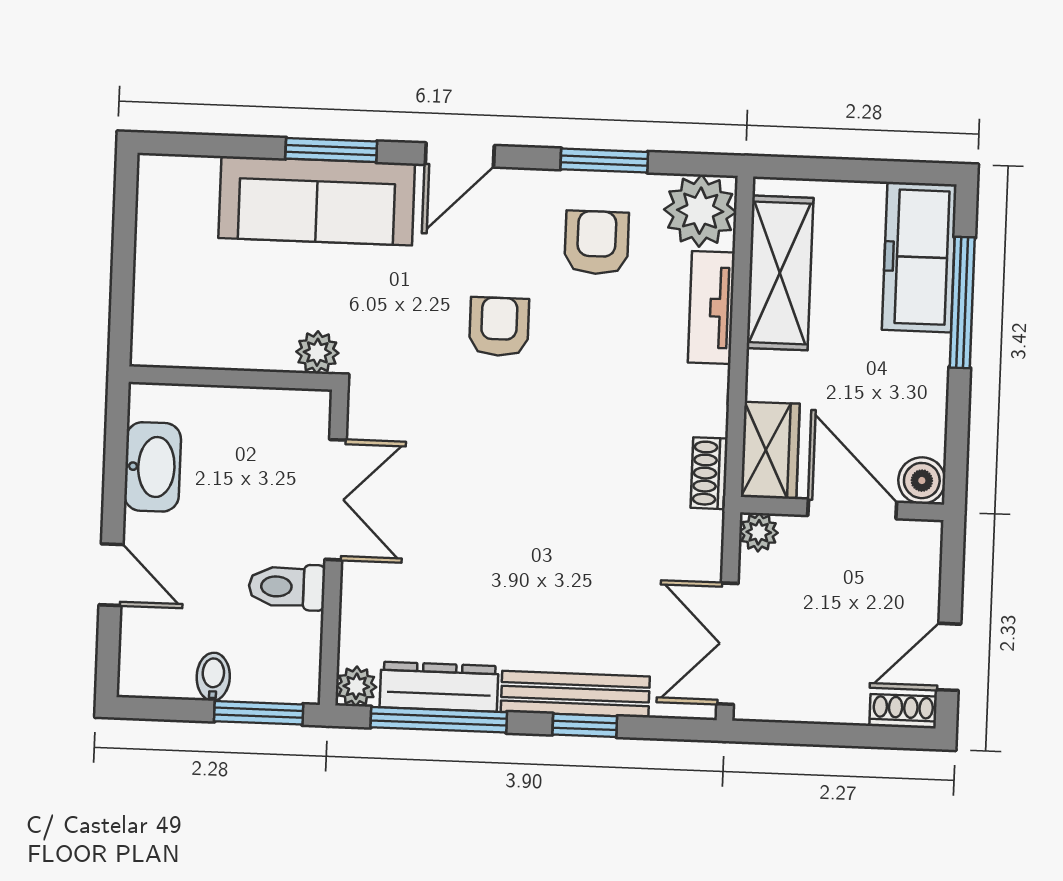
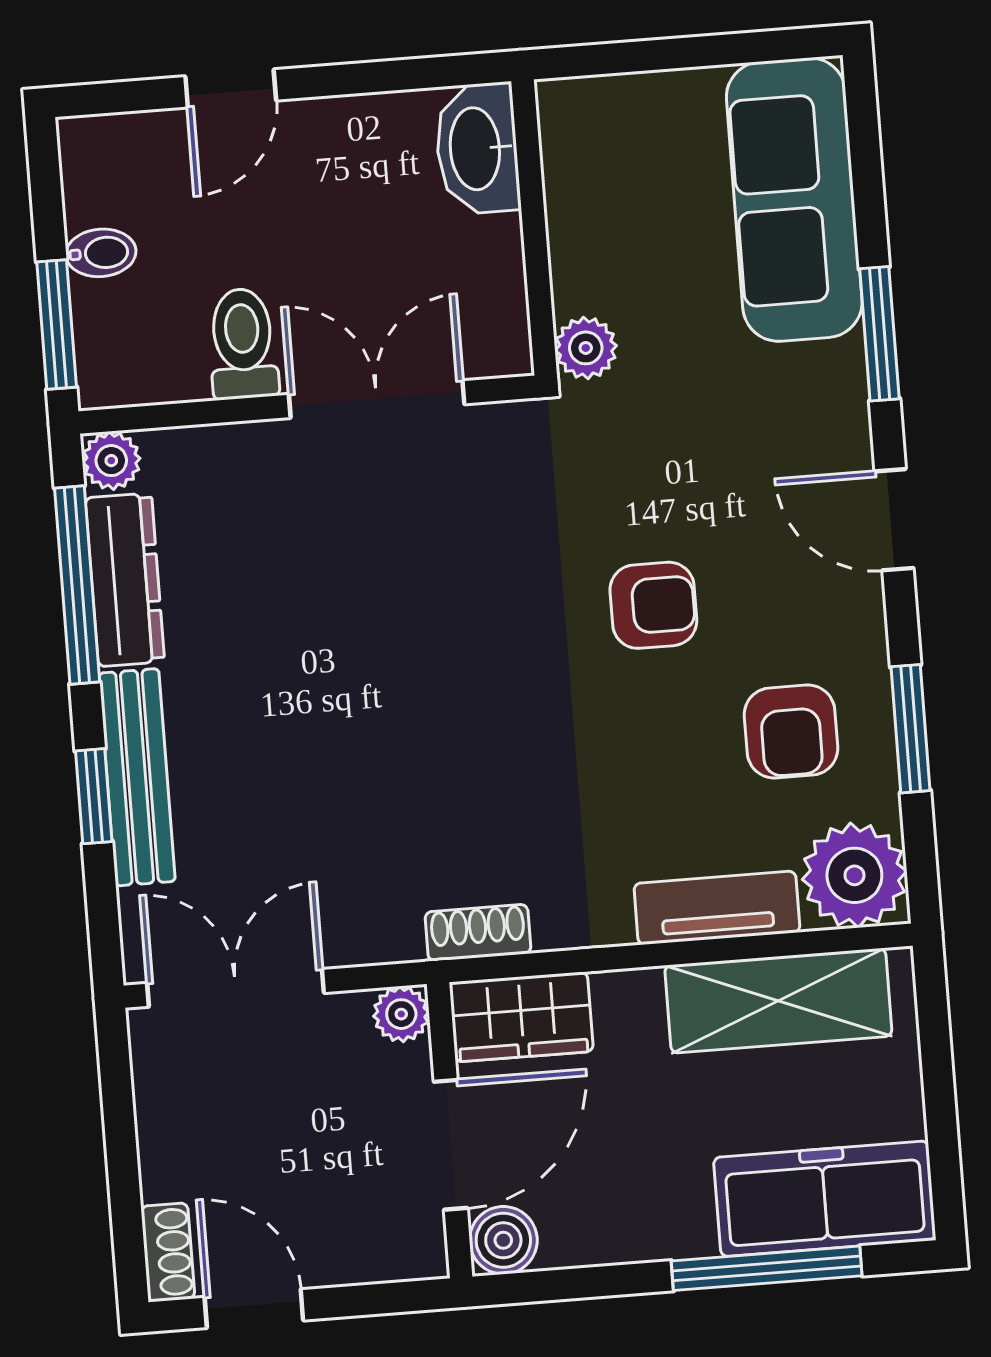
sofa: (317, 201) -> (794, 200), moved
armchair: (597, 243) -> (791, 732), turned 90
washbasin: (153, 467) -> (477, 149), moved, turned 90
double door: (336, 500) -> (377, 399), swing flipped

